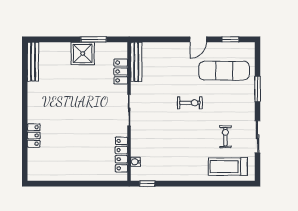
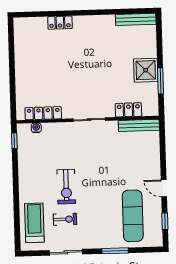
exercise bike: (190, 103) -> (66, 187), moved, width x1.38, depth x1.39

